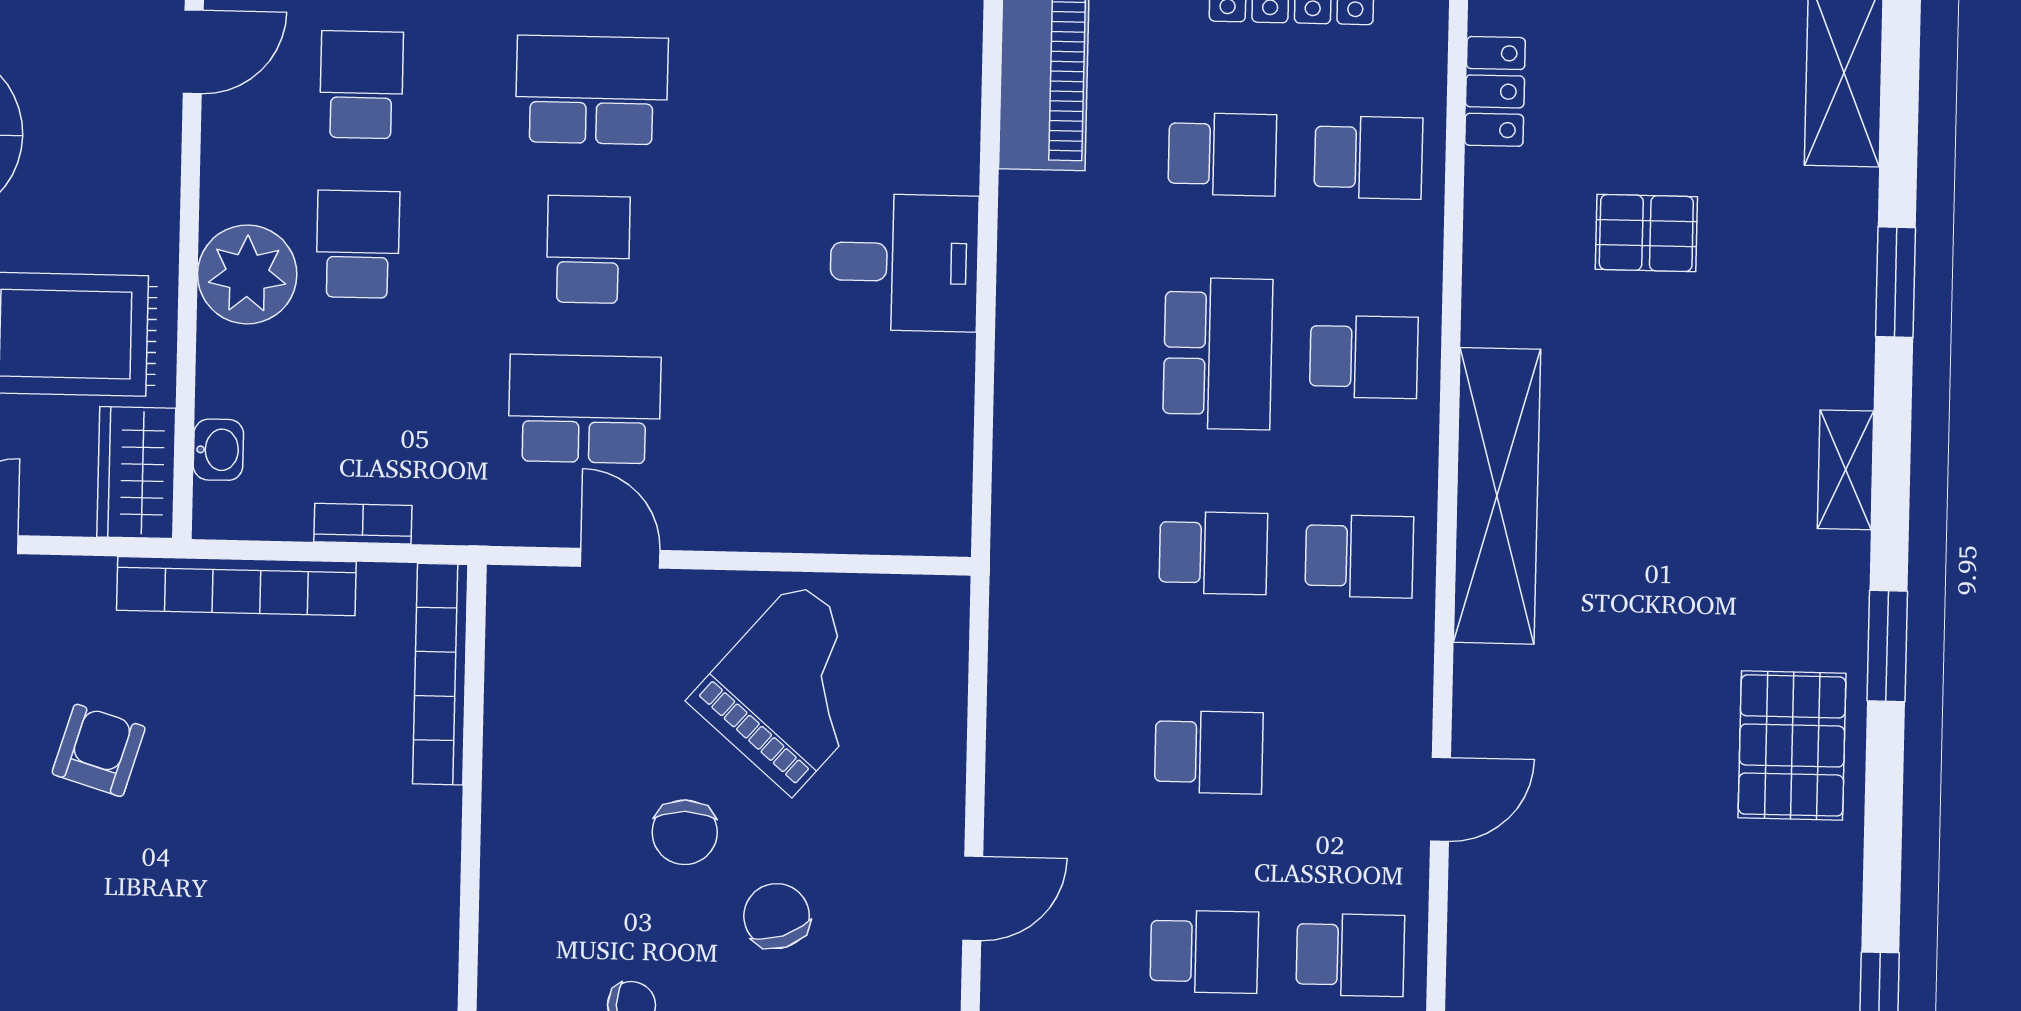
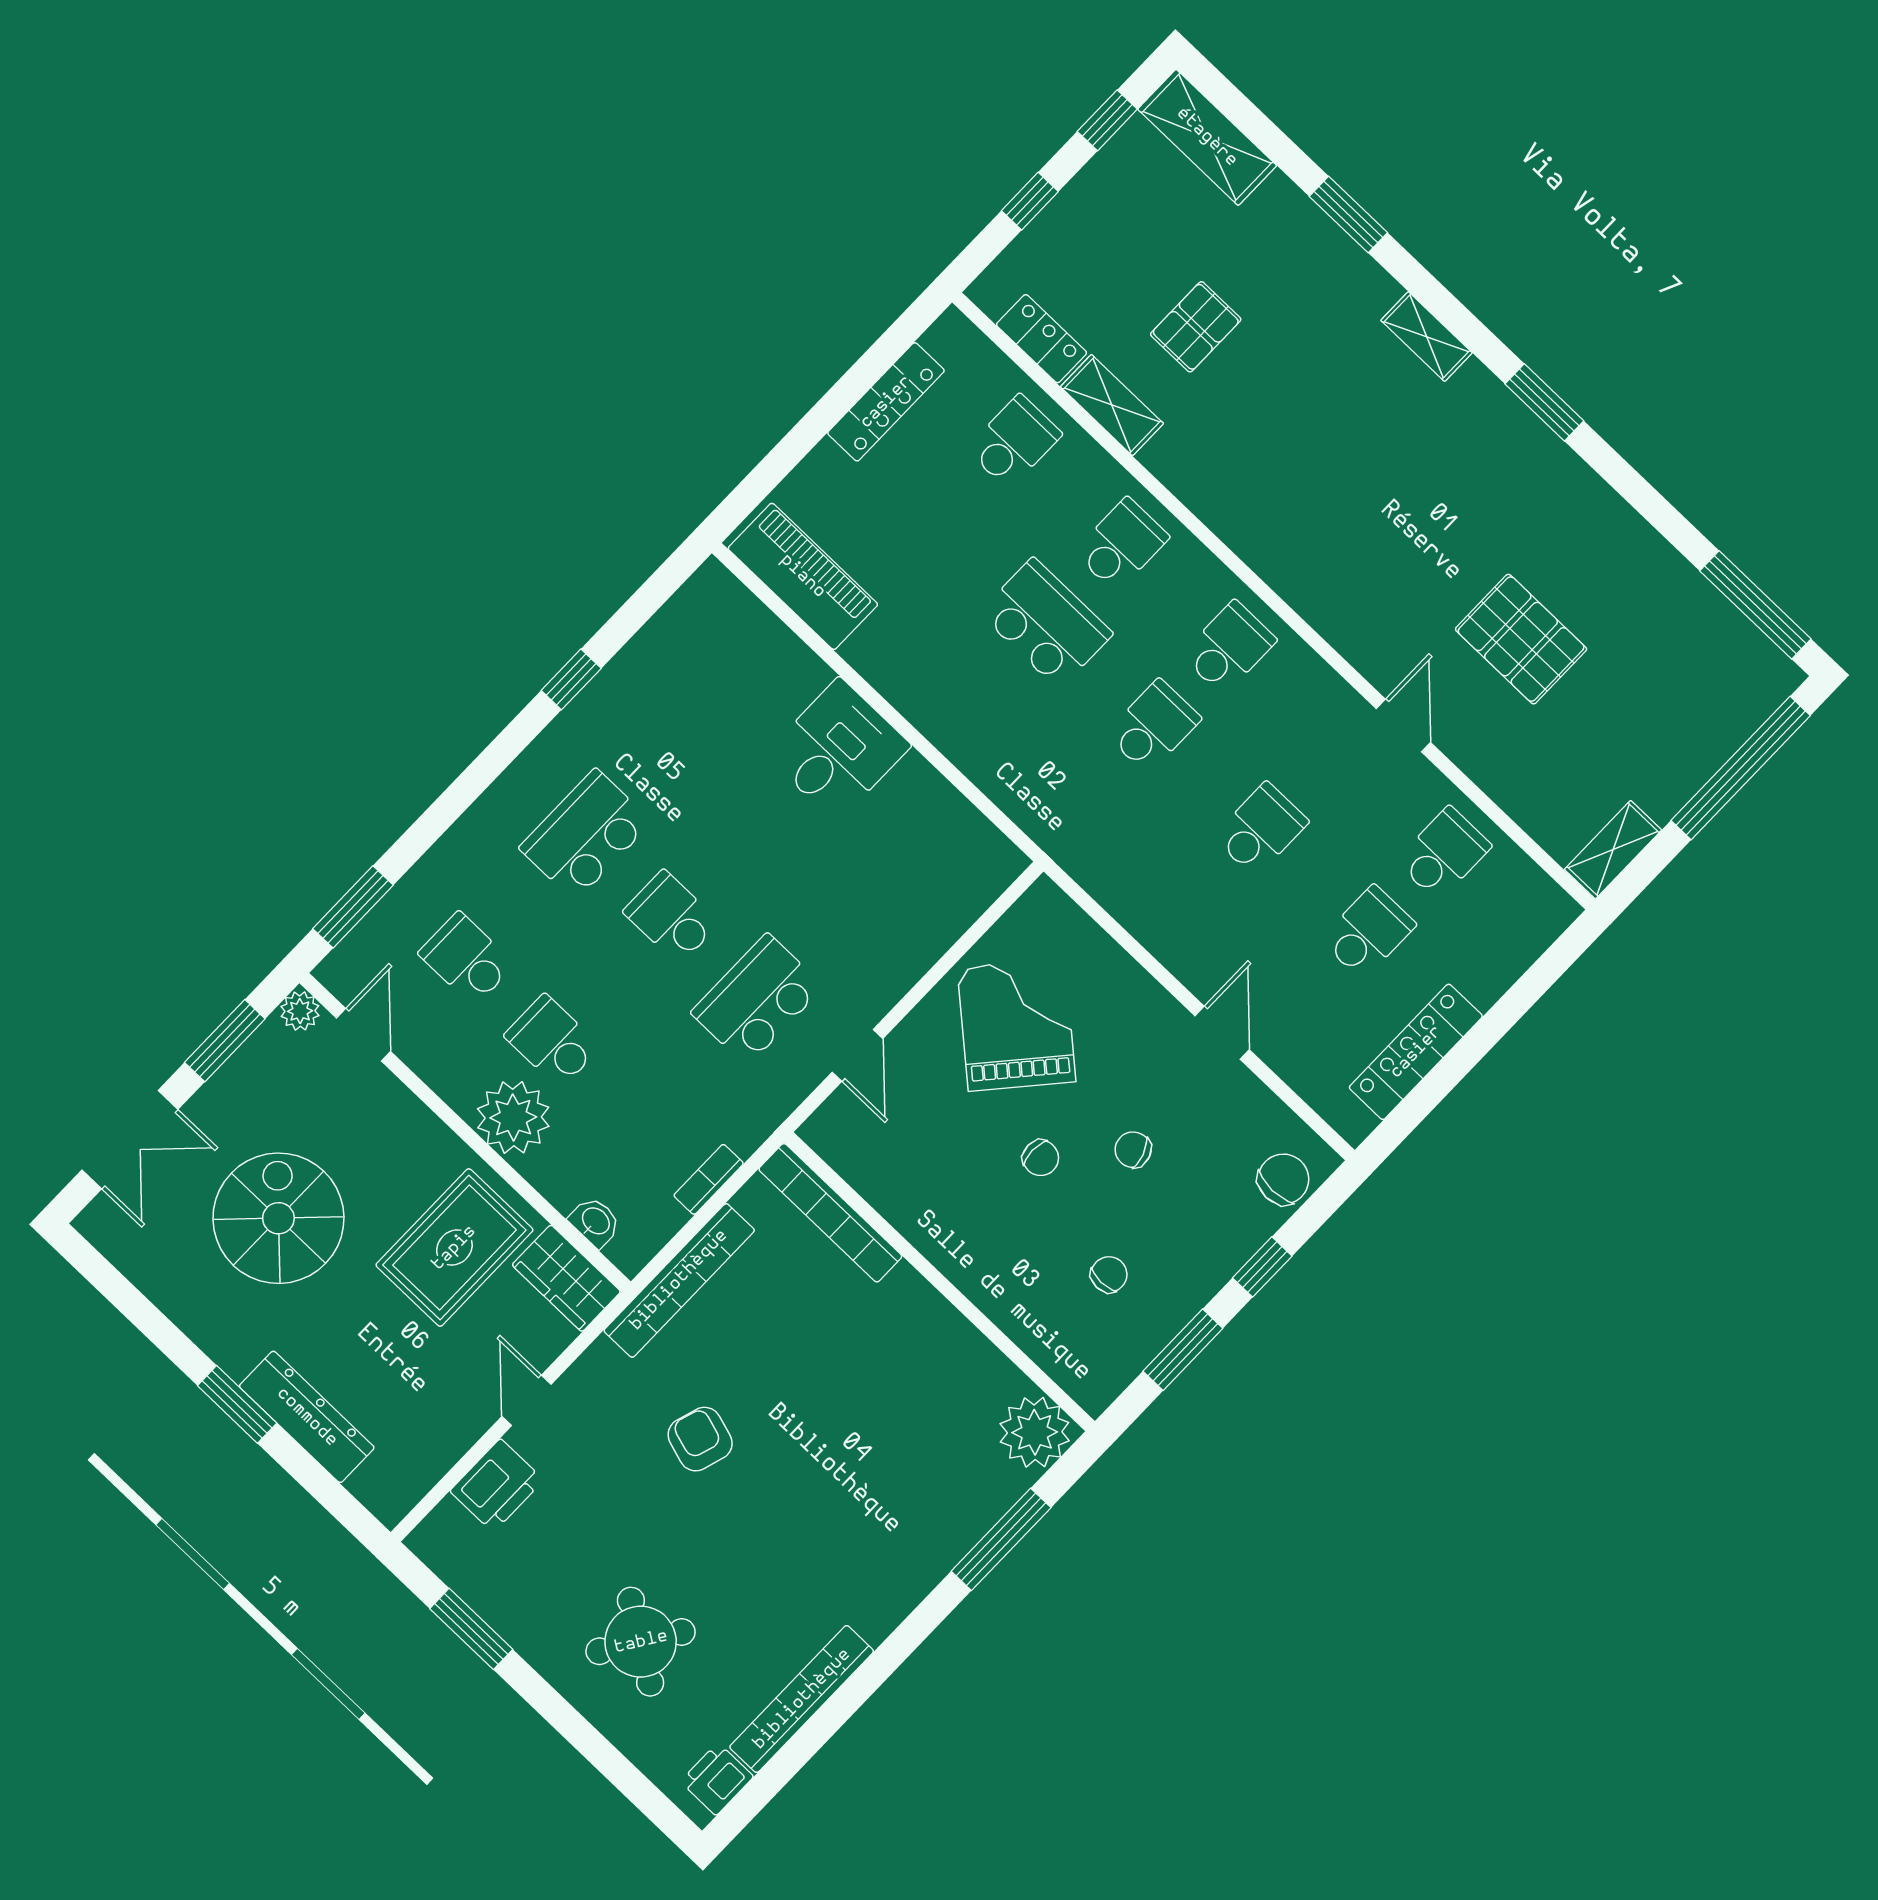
school desk: (1222, 154) -> (939, 520), removed
shelving: (1497, 496) -> (1112, 405), moved, width x0.45, depth x0.75
door: (620, 558) -> (857, 1055), swing flipped
pallet: (1792, 745) -> (1521, 639), moved
chair: (685, 832) -> (1041, 1158), width x0.73, depth x0.73
chair: (777, 916) -> (1133, 1150), width x0.73, depth x0.73

